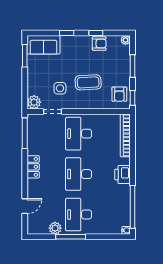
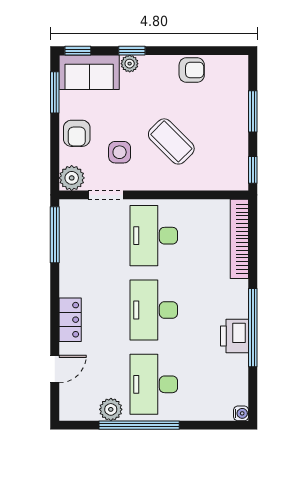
window: (96, 33) -> (78, 51), moved
plant: (125, 40) -> (130, 64), moved
coffee table: (88, 82) -> (171, 141), turned 48
armchair: (119, 94) -> (77, 133), moved
locker: (33, 167) -> (70, 320), moved
printer: (123, 175) -> (235, 336), moved
window: (132, 207) -> (253, 328), moved
window: (71, 237) -> (139, 425), width x1.46

